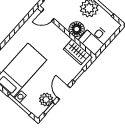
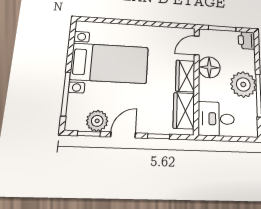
door: (48, 15) -> (197, 45), hinge flipped
floor lamp: (77, 29) -> (209, 67), moved
wardrobe: (59, 36) -> (185, 76), added

